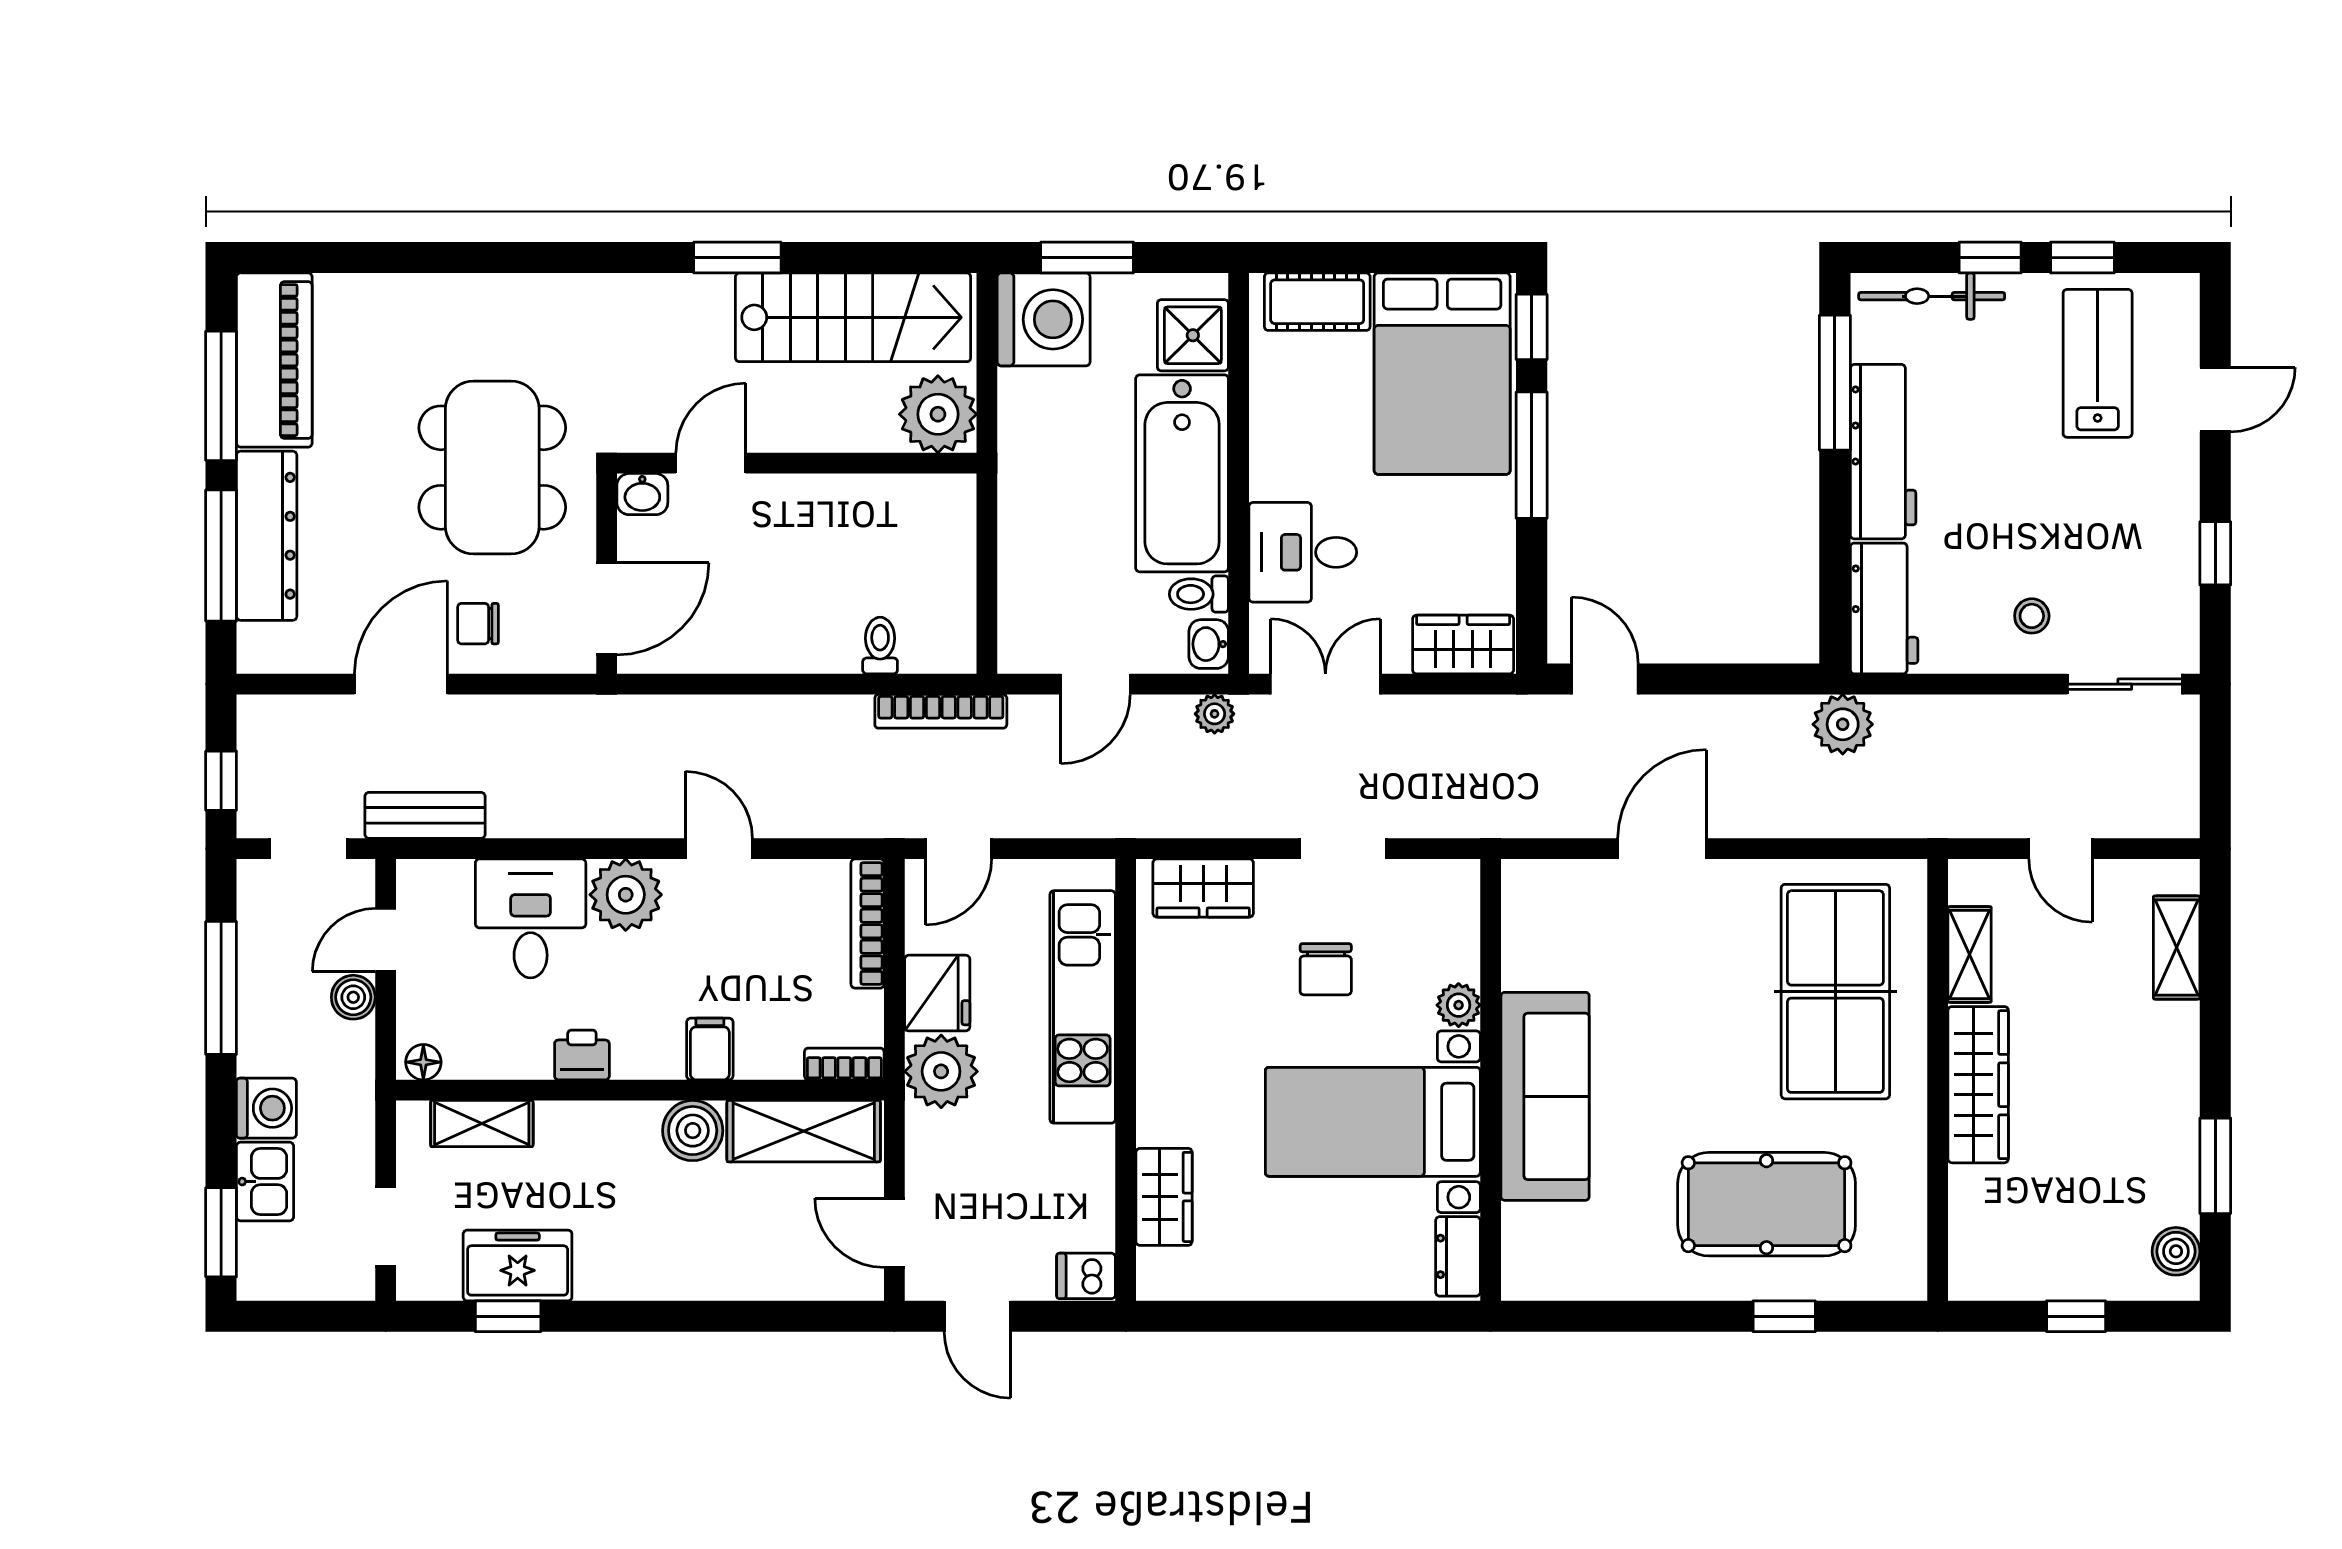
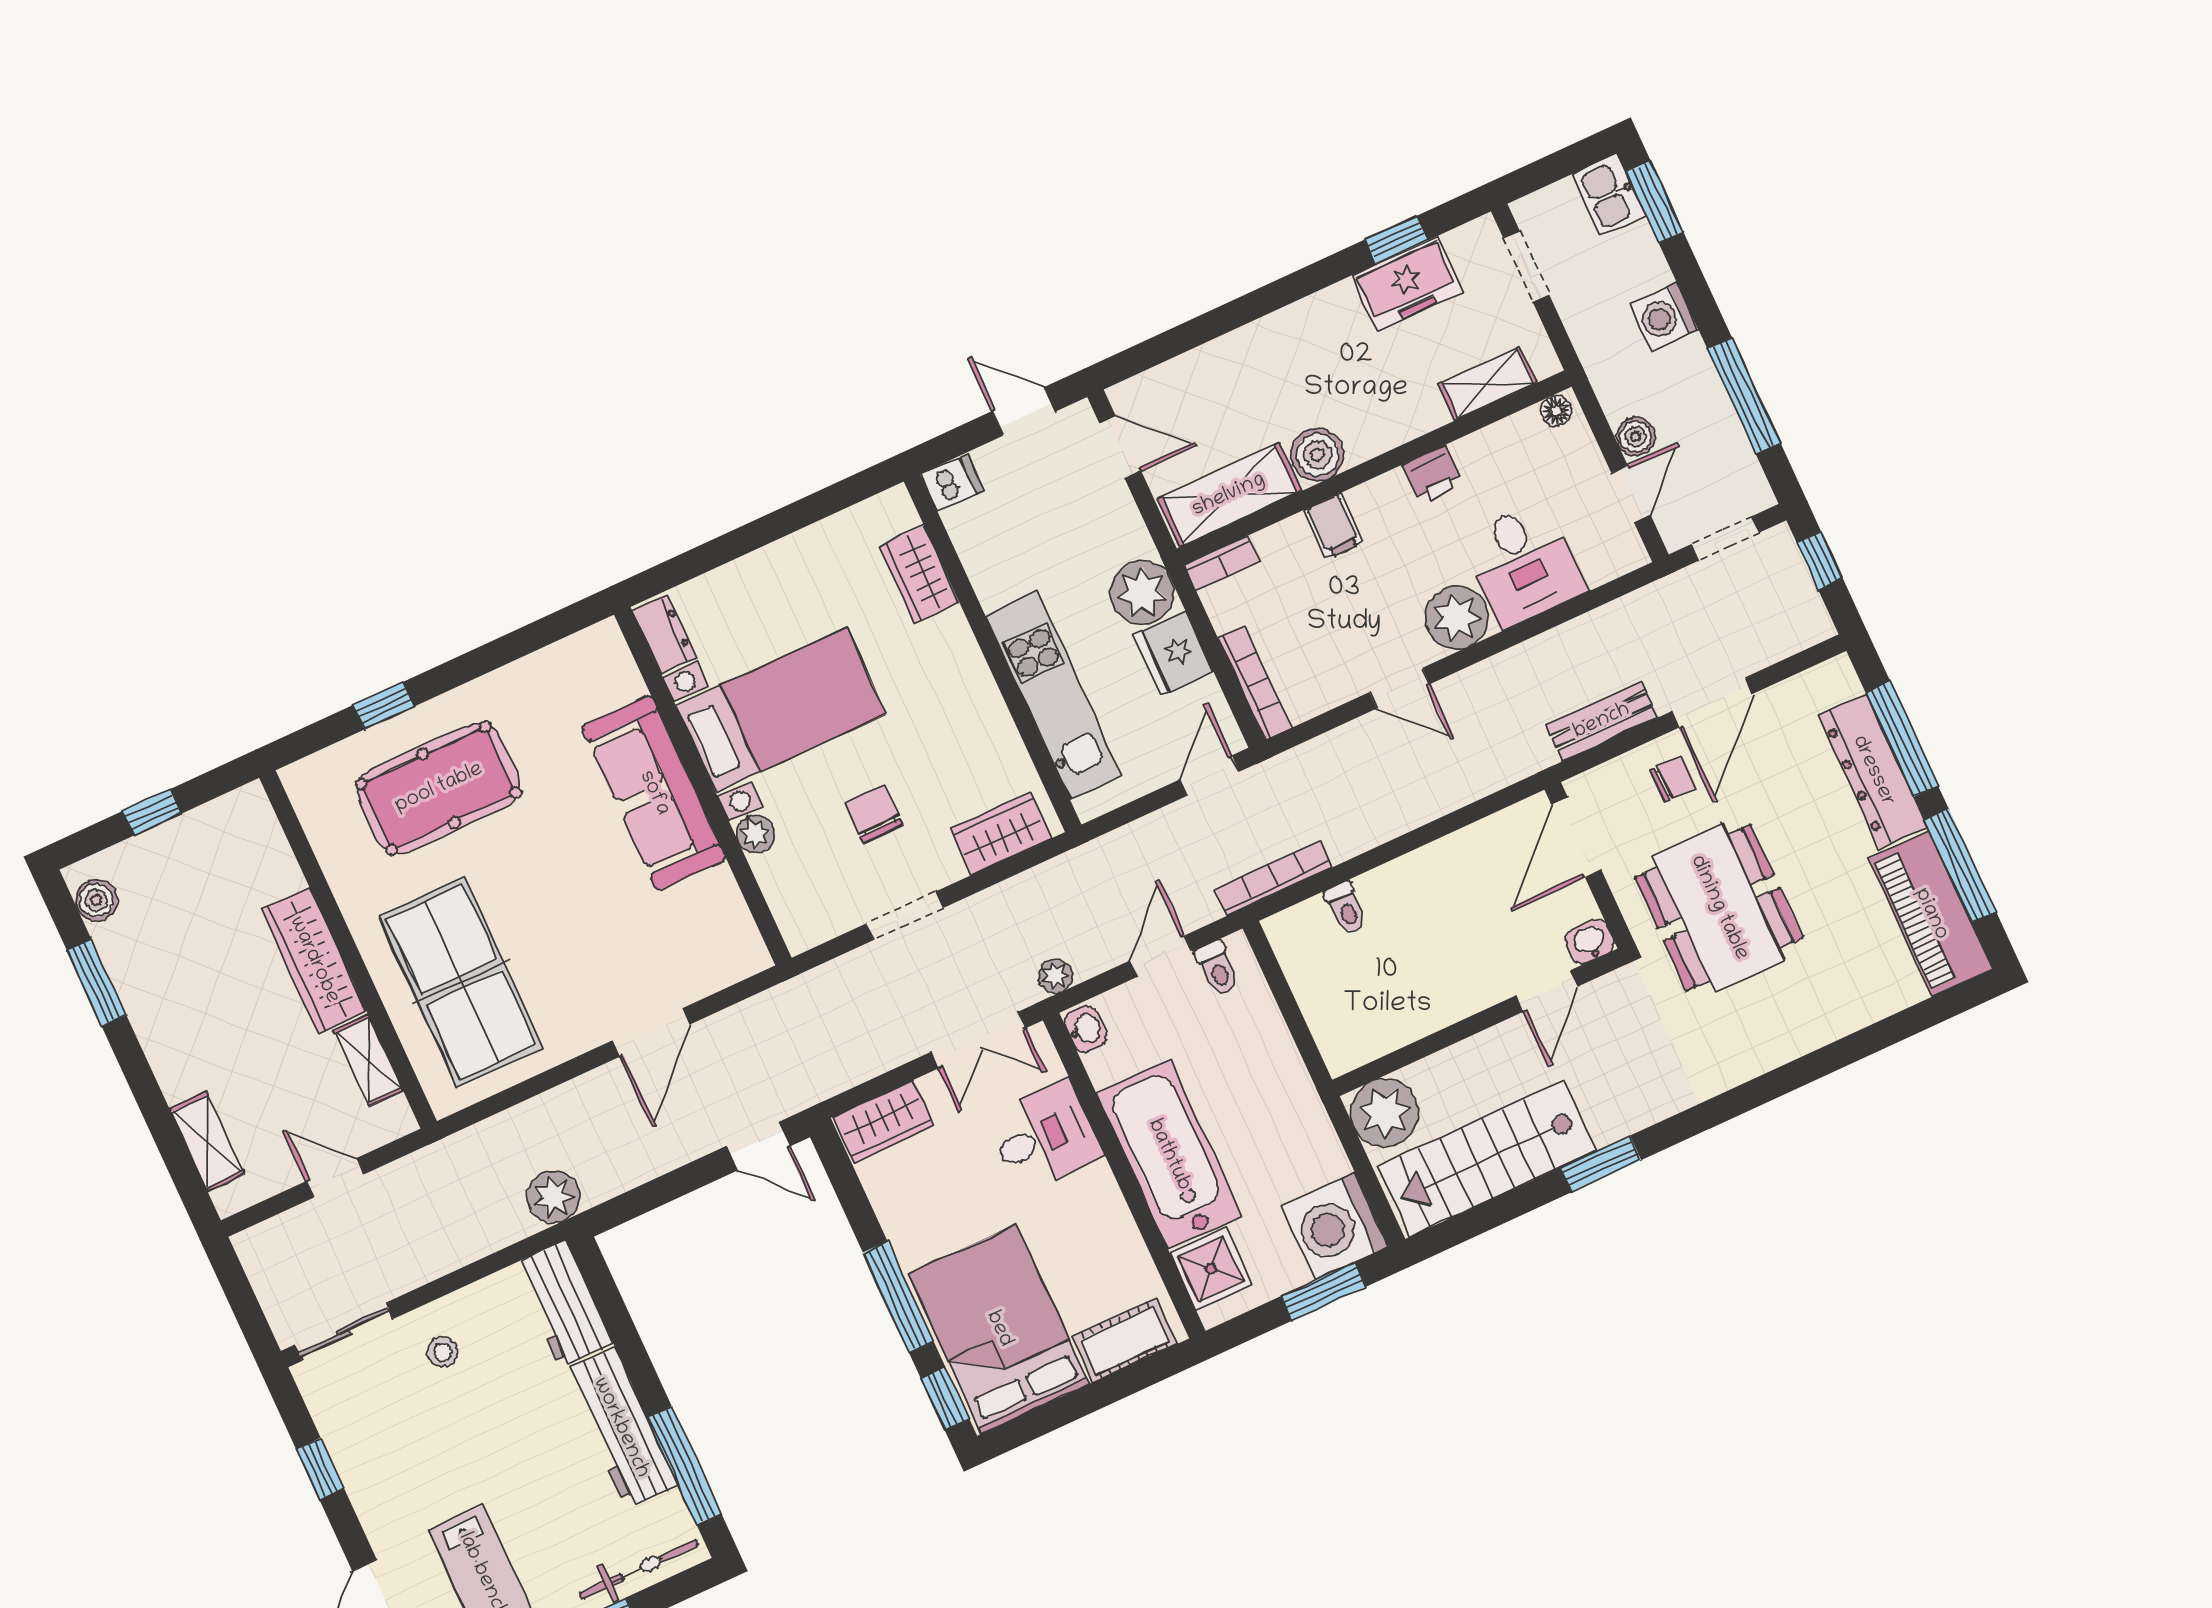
toilet: (1199, 594) -> (1217, 968), moved, turned 90
bench: (425, 815) -> (1602, 721), moved
kitchen sink: (265, 1182) -> (1609, 195), moved

